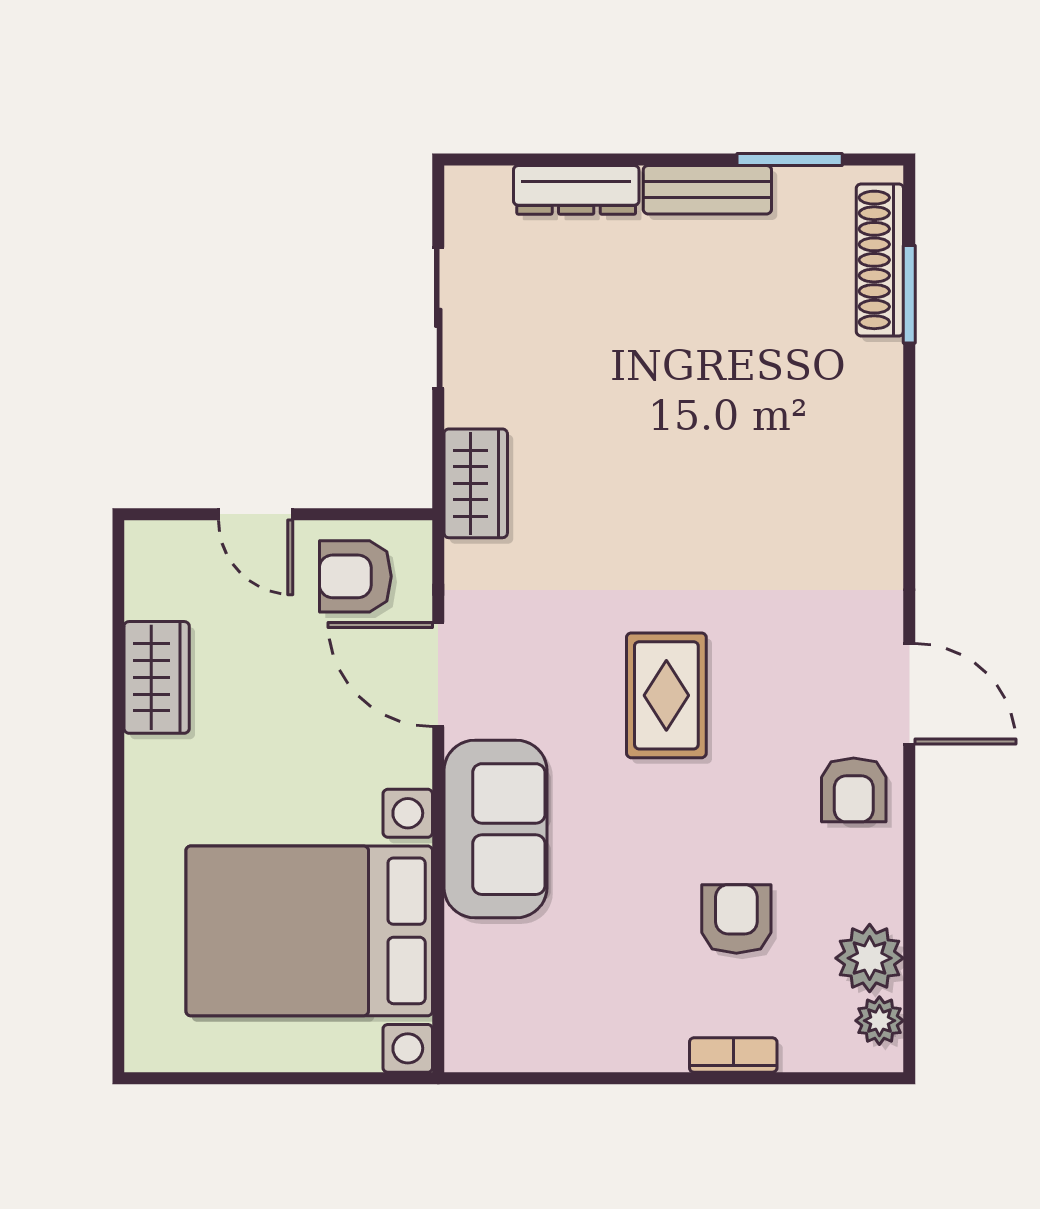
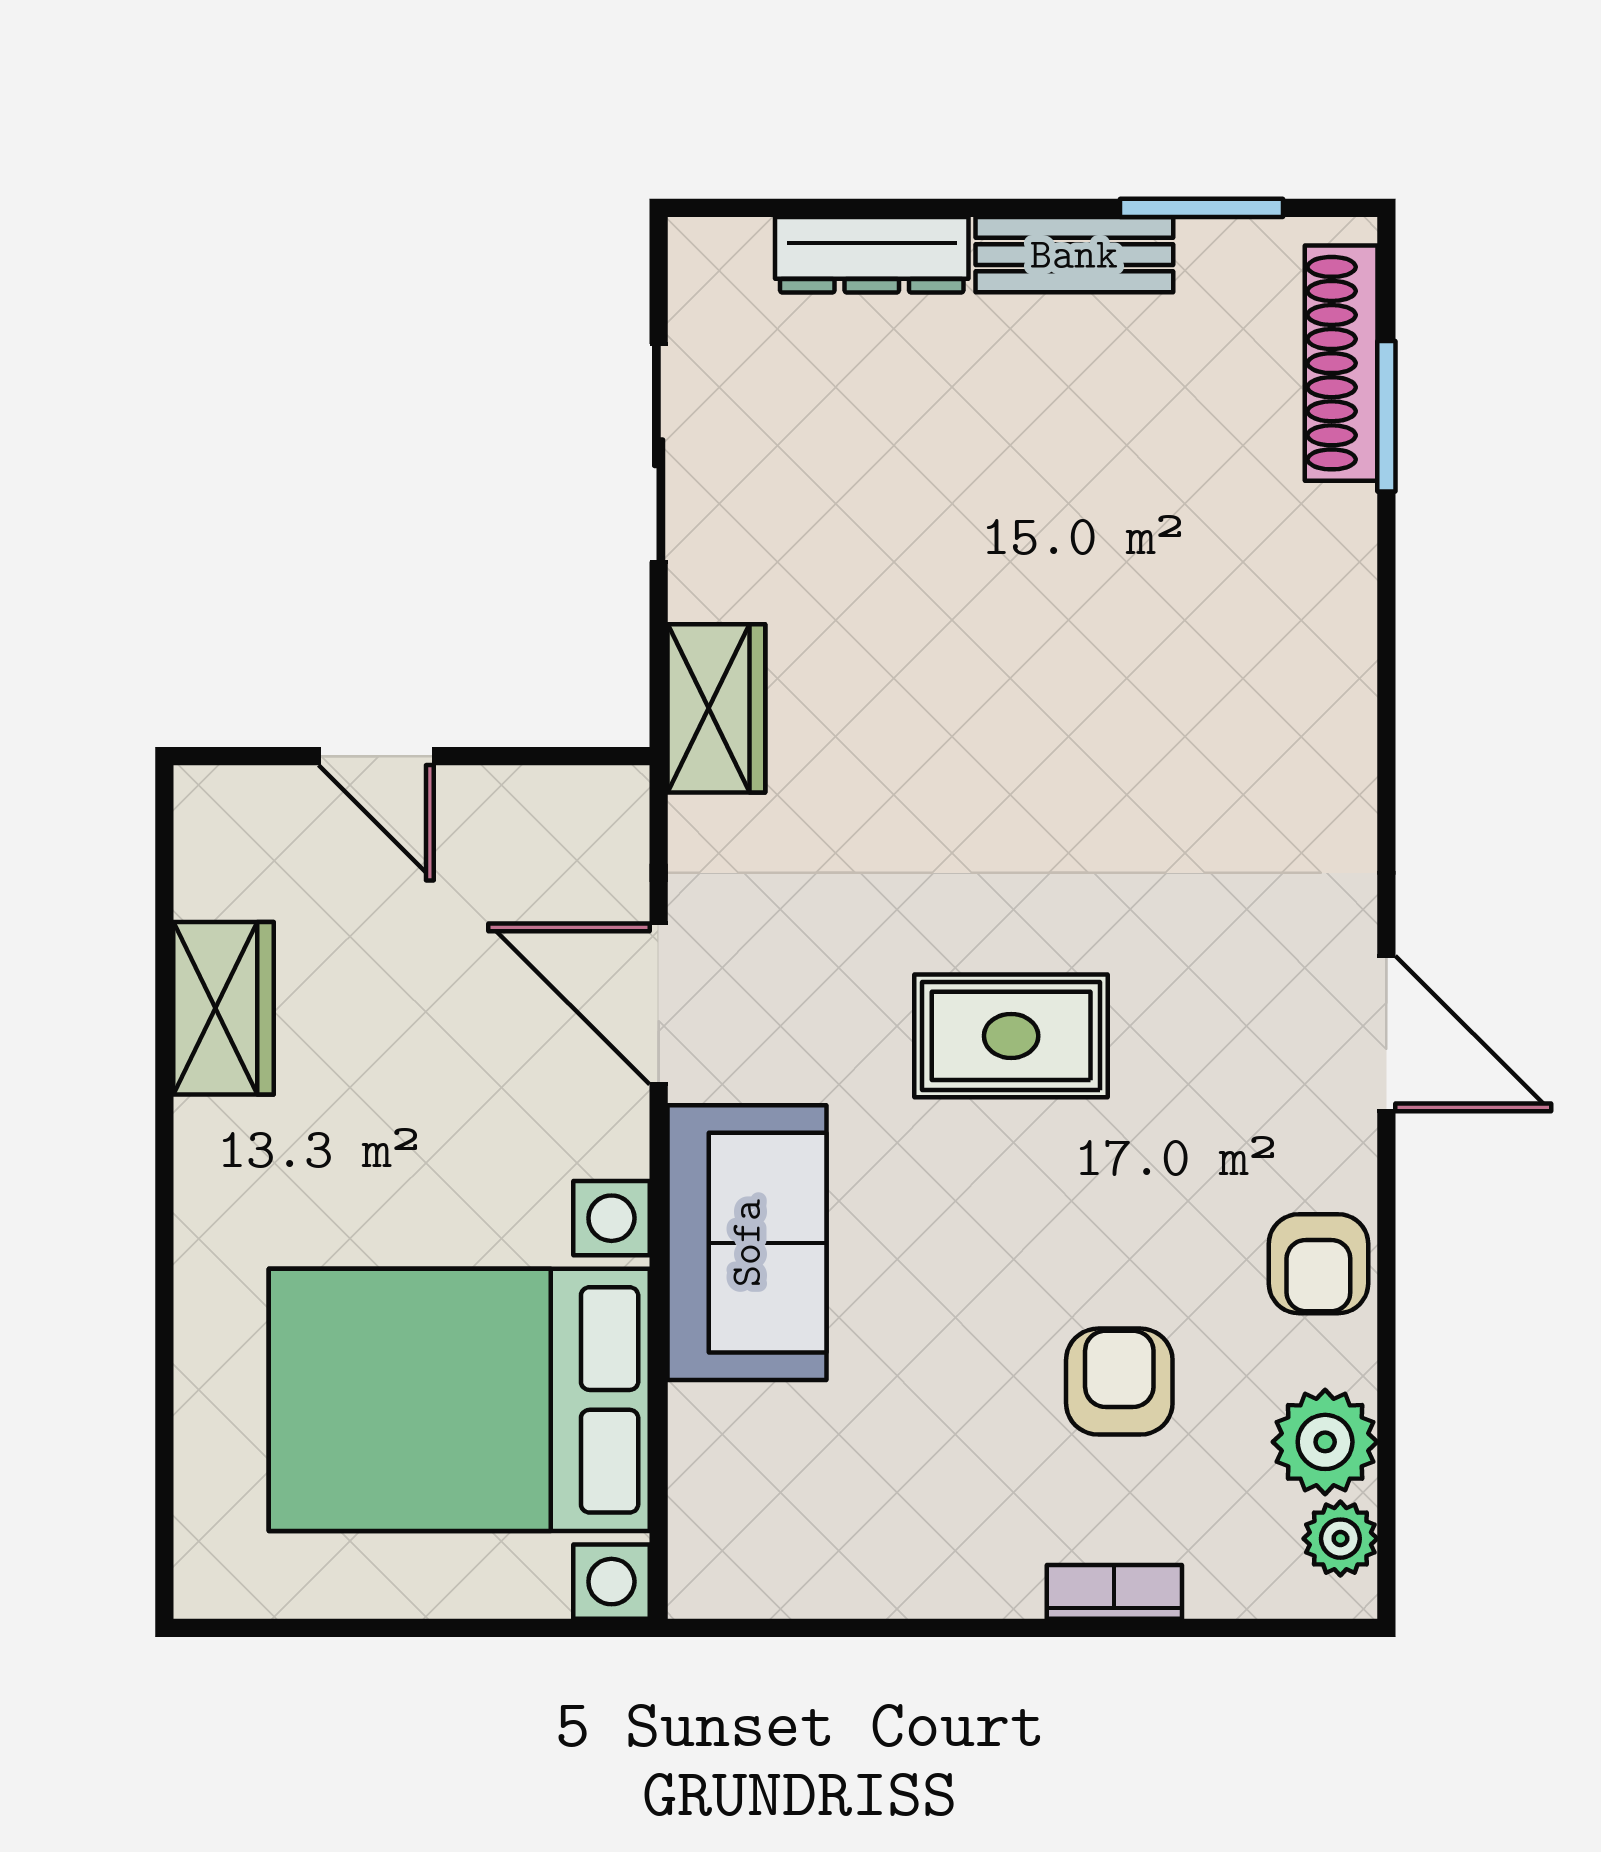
armchair: (355, 576) -> (530, 852), removed
rug: (666, 695) -> (1011, 1036), turned 90
armchair: (854, 790) -> (1318, 1264), moved

